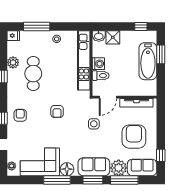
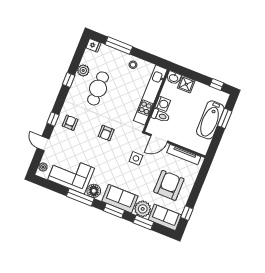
window: (124, 180) -> (143, 222), width x0.69

